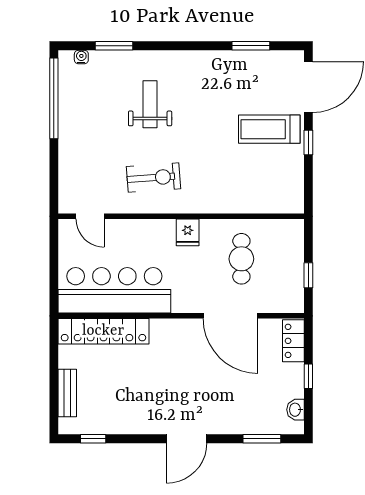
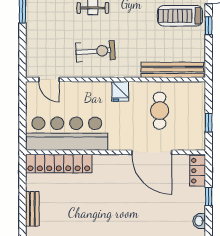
bench: (259, 203) -> (172, 70), added

